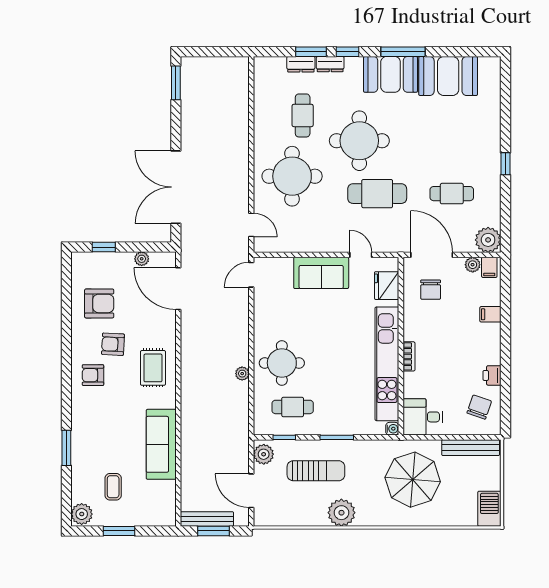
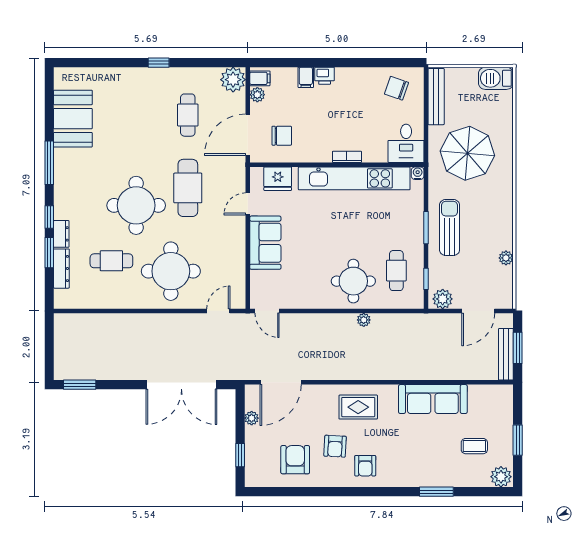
dresser: (301, 64) -> (61, 269), width x1.44
booth: (391, 74) -> (71, 175), removed
printer: (492, 375) -> (325, 76), moved
sun lounger: (316, 471) -> (450, 227), moved
plant: (341, 513) -> (506, 258), moved, width x0.53, depth x0.53

